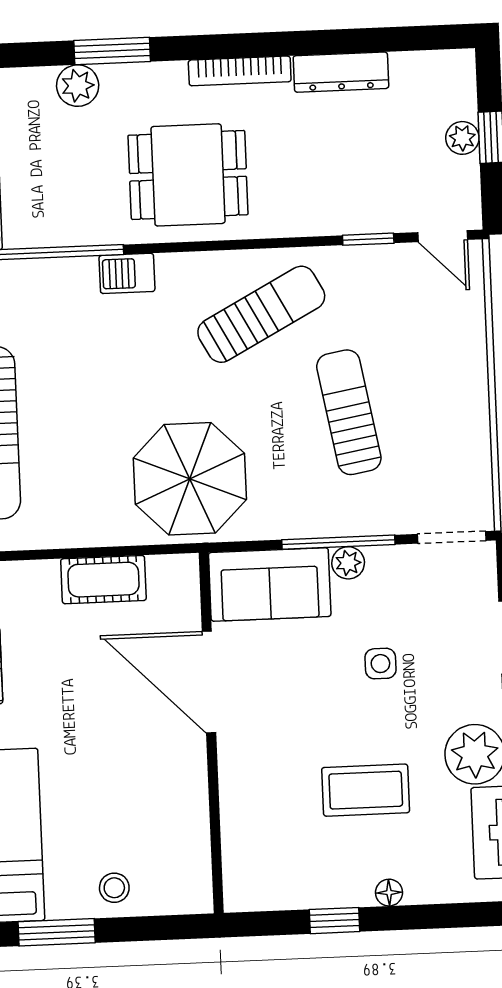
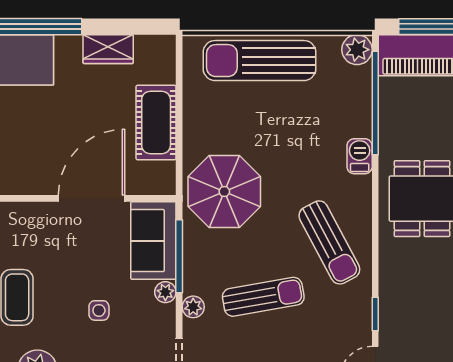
plant: (369, 519) -> (193, 307), added
window: (338, 542) -> (179, 256), moved
cot: (103, 580) -> (156, 122), width x1.37, depth x1.34

